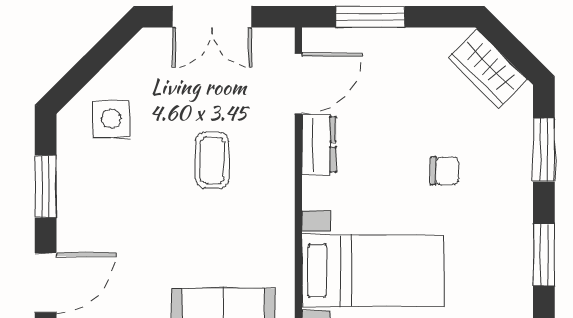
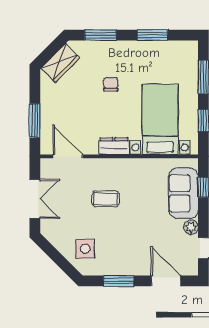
dresser: (319, 144) -> (114, 146), moved

